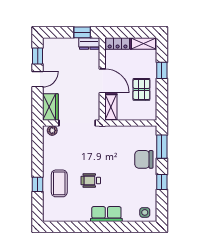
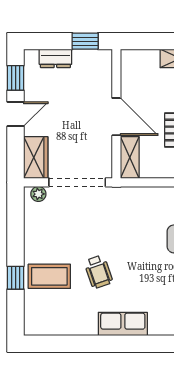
dresser: (89, 43) -> (55, 58), moved
locker: (118, 44) -> (140, 59), removed
wheelchair: (91, 180) -> (98, 272), turned -109
coffee table: (59, 183) -> (49, 276), turned 90

